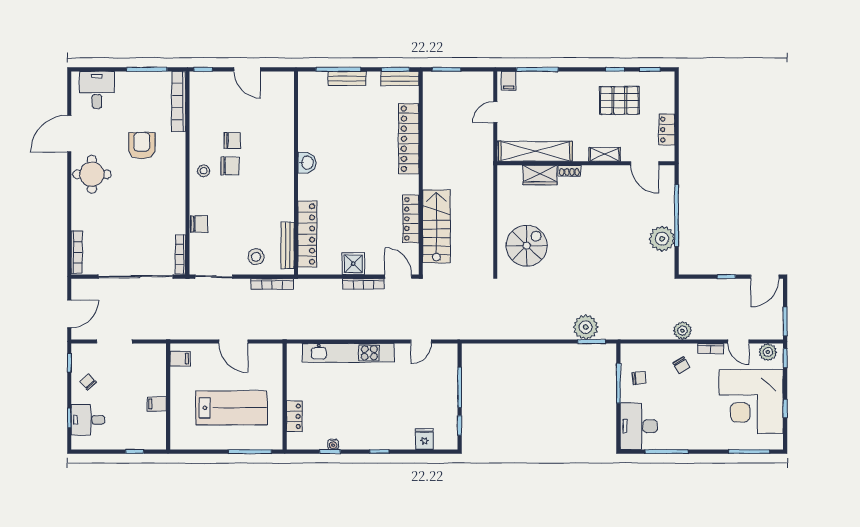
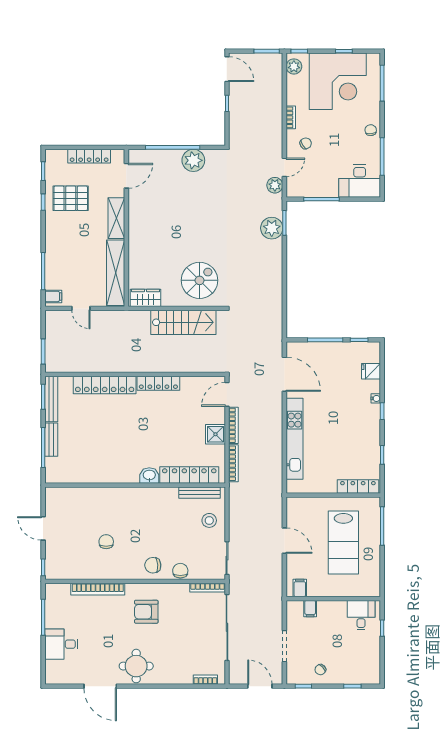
door: (247, 69) -> (43, 528), swing flipped
bench: (400, 79) -> (51, 399), width x1.36
desk: (97, 90) -> (61, 644), moved
pallet: (619, 100) -> (71, 198), turned 90
bookcase: (179, 102) -> (98, 589), moved
locker: (667, 130) -> (89, 156), width x1.53
armchair: (142, 146) -> (146, 612), moved
shelving: (605, 154) -> (116, 218), width x1.50, depth x1.33
washbasin: (307, 163) -> (149, 475), moved
chair: (230, 166) -> (153, 565), moved, turned -94
stool: (204, 171) -> (133, 567), removed
shoe rack: (569, 171) -> (133, 243), removed
wardrobe: (540, 175) -> (146, 298), moved, turned -90
locker: (411, 219) -> (158, 383), moved
stairs: (436, 226) -> (183, 322), moved, turned 180
spiral stairs: (527, 246) -> (200, 280), turned 90
bookcase: (77, 252) -> (205, 680), width x0.64
bookcase: (272, 284) -> (233, 463), moved
plant: (682, 331) -> (275, 185), moved
door: (233, 341) -> (284, 541), hinge flipped
door: (421, 341) -> (284, 374), width x1.88
door: (738, 341) -> (284, 167), moved
chair: (639, 378) -> (371, 130), moved
filing cabinet: (157, 404) -> (310, 609), moved
lab bench: (231, 408) -> (343, 542), turned 180
locker: (294, 416) -> (358, 487), width x1.53
desk: (88, 420) -> (361, 615), moved, turned 180
water cooler: (333, 444) -> (376, 398), moved

